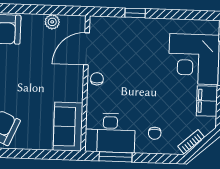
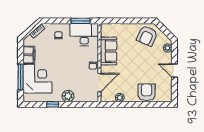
window: (135, 13) -> (53, 104), moved
plant: (142, 28) -> (68, 96), added
sofa: (68, 127) -> (109, 51), moved

